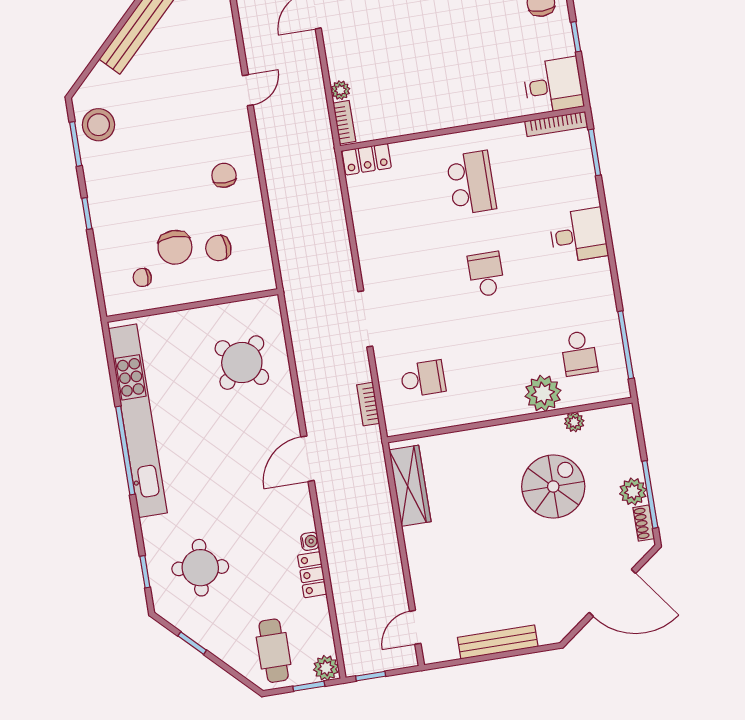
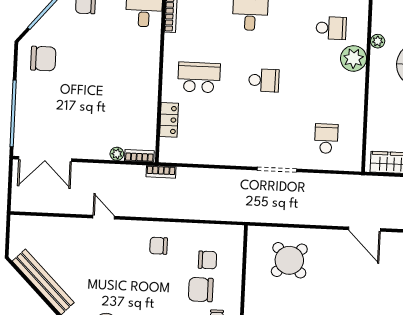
locker: (367, 159) -> (169, 120), moved
chair: (175, 247) -> (201, 290), turned 180
chair: (218, 248) -> (207, 260), turned -87
school desk: (486, 274) -> (264, 80), turned 180
bookcase: (368, 404) -> (161, 172), moved

